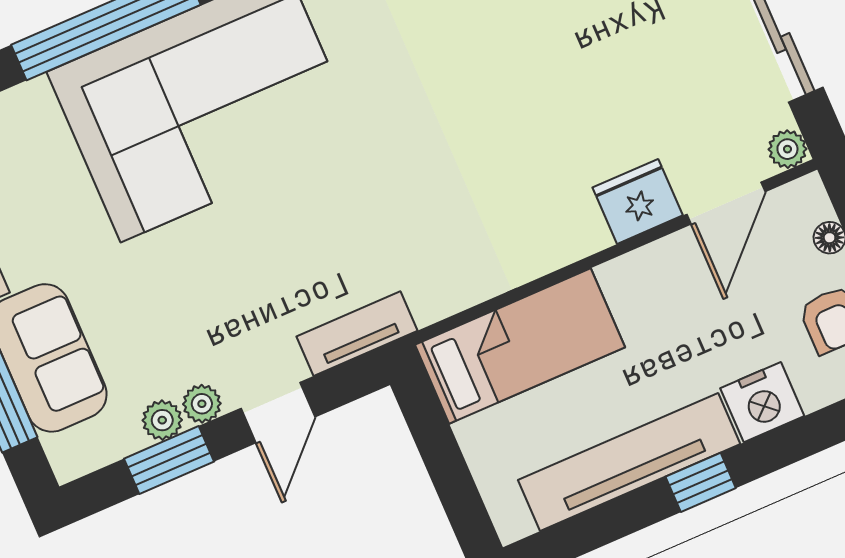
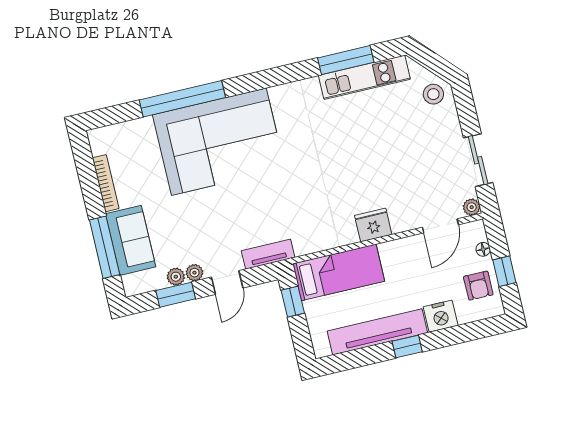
fridge: (638, 201) -> (373, 225), moved
window: (430, 429) -> (293, 302), added

